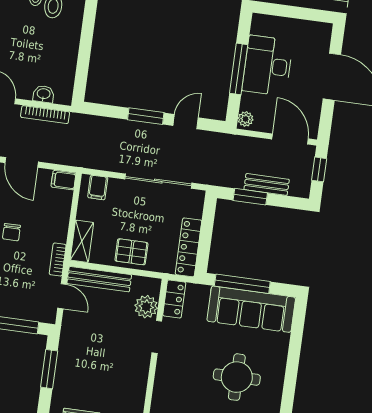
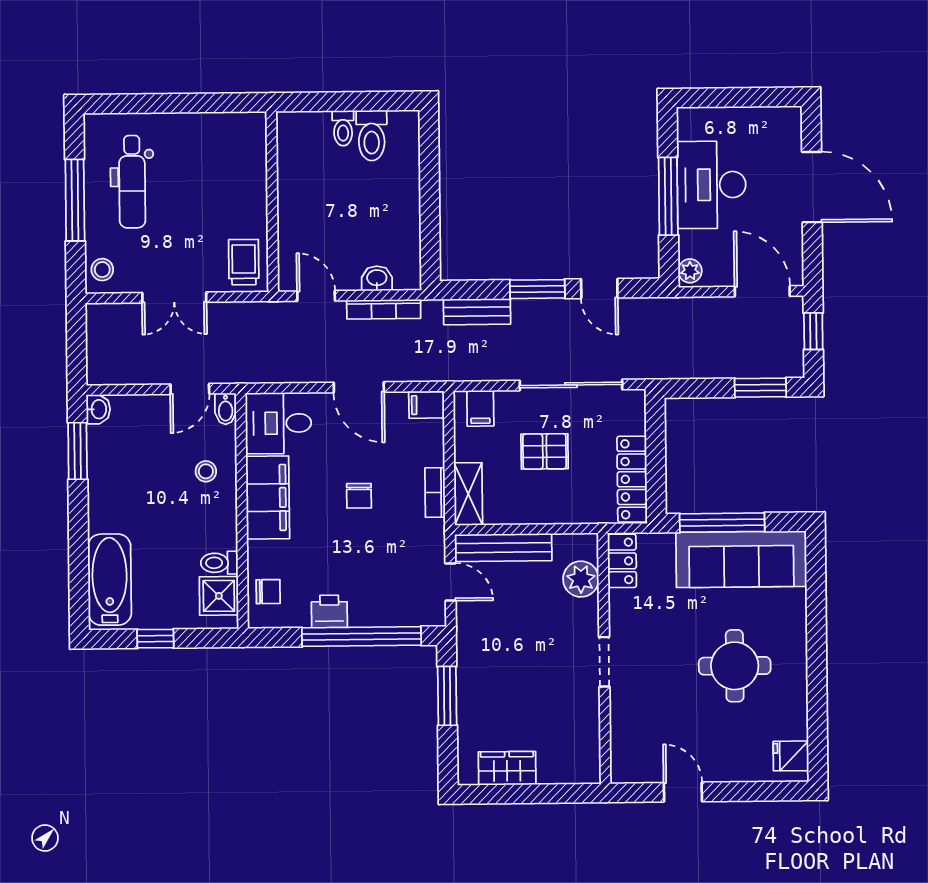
door: (186, 122) -> (599, 288), swing flipped
bench: (267, 184) -> (477, 312), moved
window: (250, 197) -> (760, 388), moved
pallet: (131, 252) -> (545, 451), moved
bookcase: (58, 260) -> (435, 493), moved
doorway: (157, 337) -> (604, 662), moved

